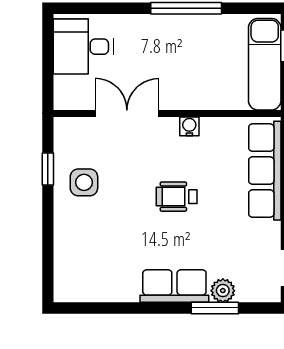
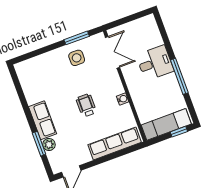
desk: (83, 47) -> (155, 63), moved, turned 90
double door: (127, 114) -> (113, 52), moved
window: (48, 169) -> (77, 38), width x1.50

